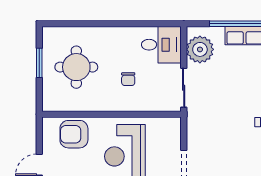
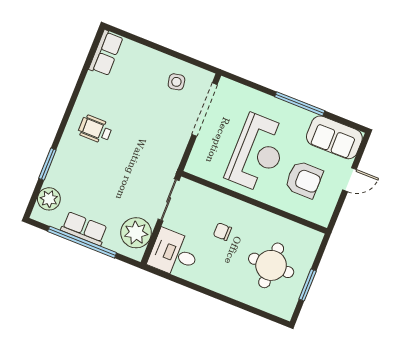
chair: (128, 79) -> (222, 232), turned -90
armchair: (74, 134) -> (304, 180), moved

